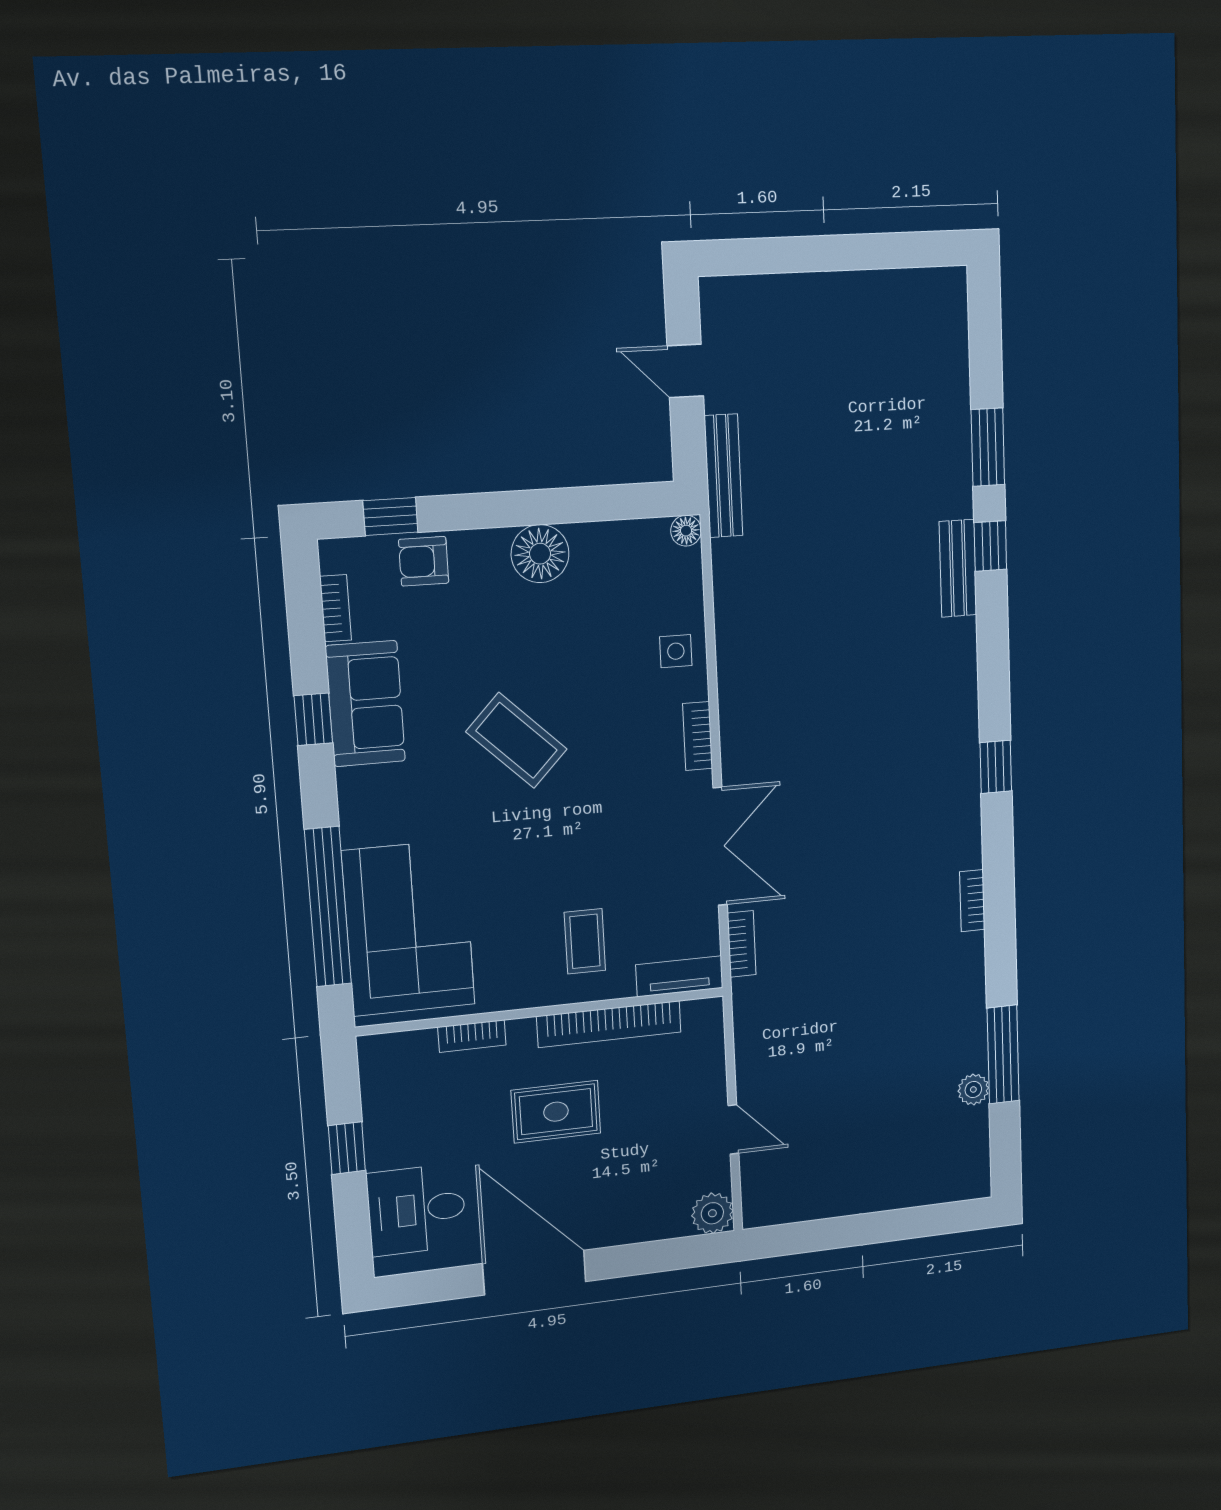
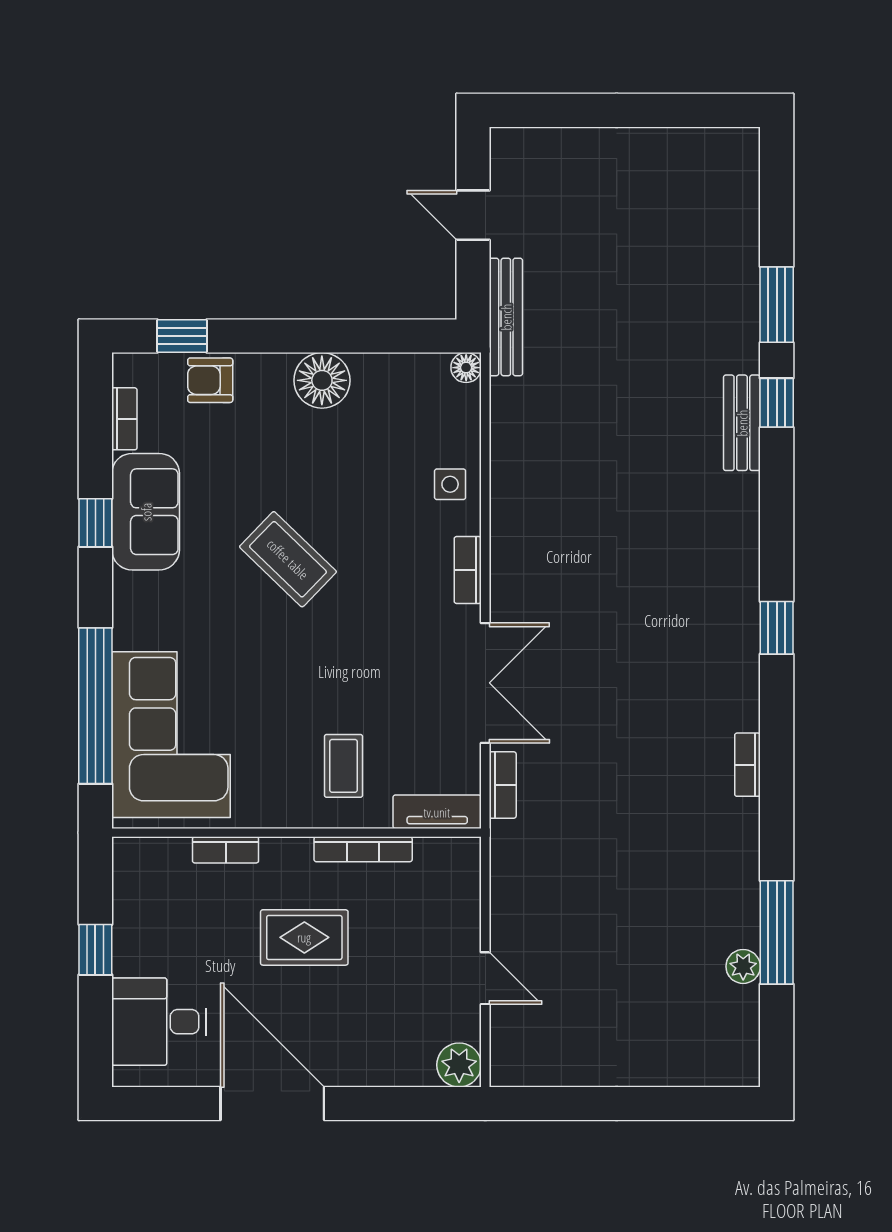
bookcase: (609, 1024) -> (363, 849), width x0.68, depth x0.76

